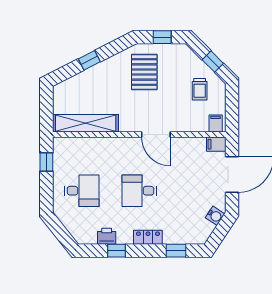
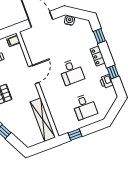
filing cabinet: (216, 144) -> (26, 36), removed
desk: (82, 191) -> (84, 107), turned 180

